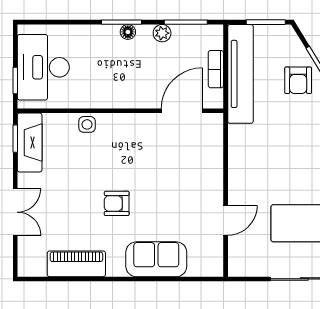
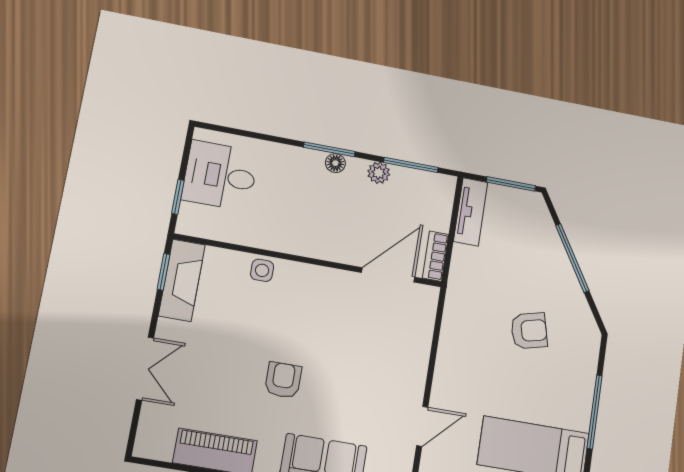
desk: (43, 67) -> (220, 176), width x0.73
bookcase: (216, 69) -> (436, 256), moved
tv unit: (240, 74) -> (471, 212), width x0.52, depth x0.78
armchair: (298, 80) -> (529, 331), moved, turned -104
armchair: (117, 203) -> (283, 380), turned 90

